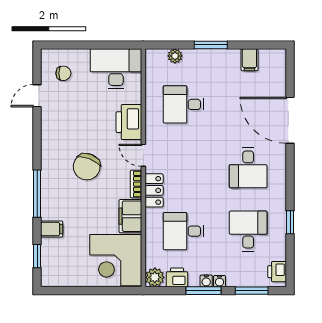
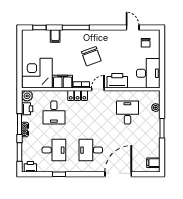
filing cabinet: (249, 60) -> (153, 163), moved
chair: (87, 167) -> (91, 56), turned -131
desk: (183, 231) -> (54, 112), turned 180

